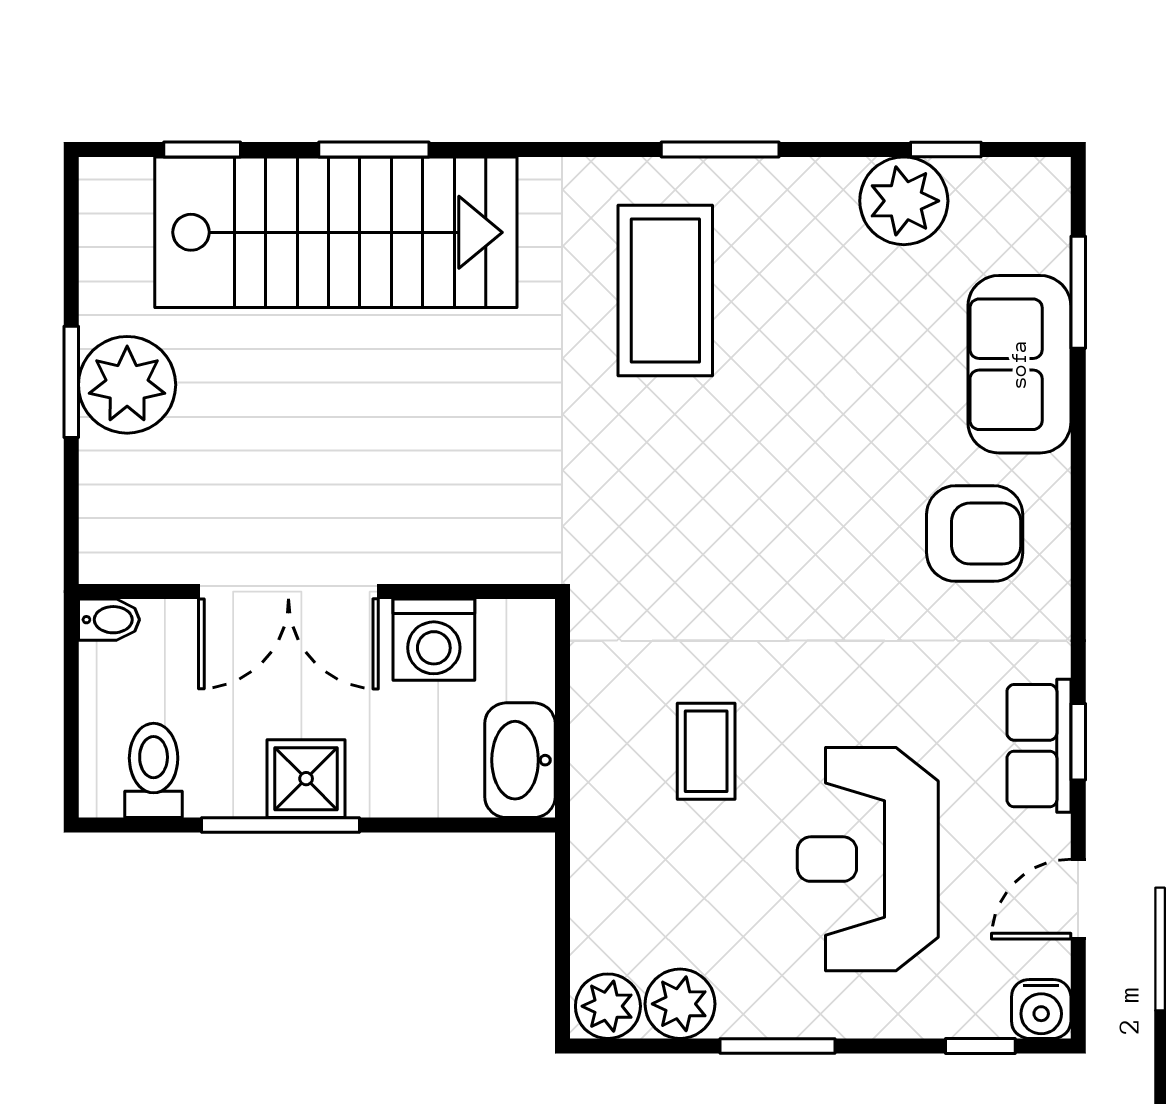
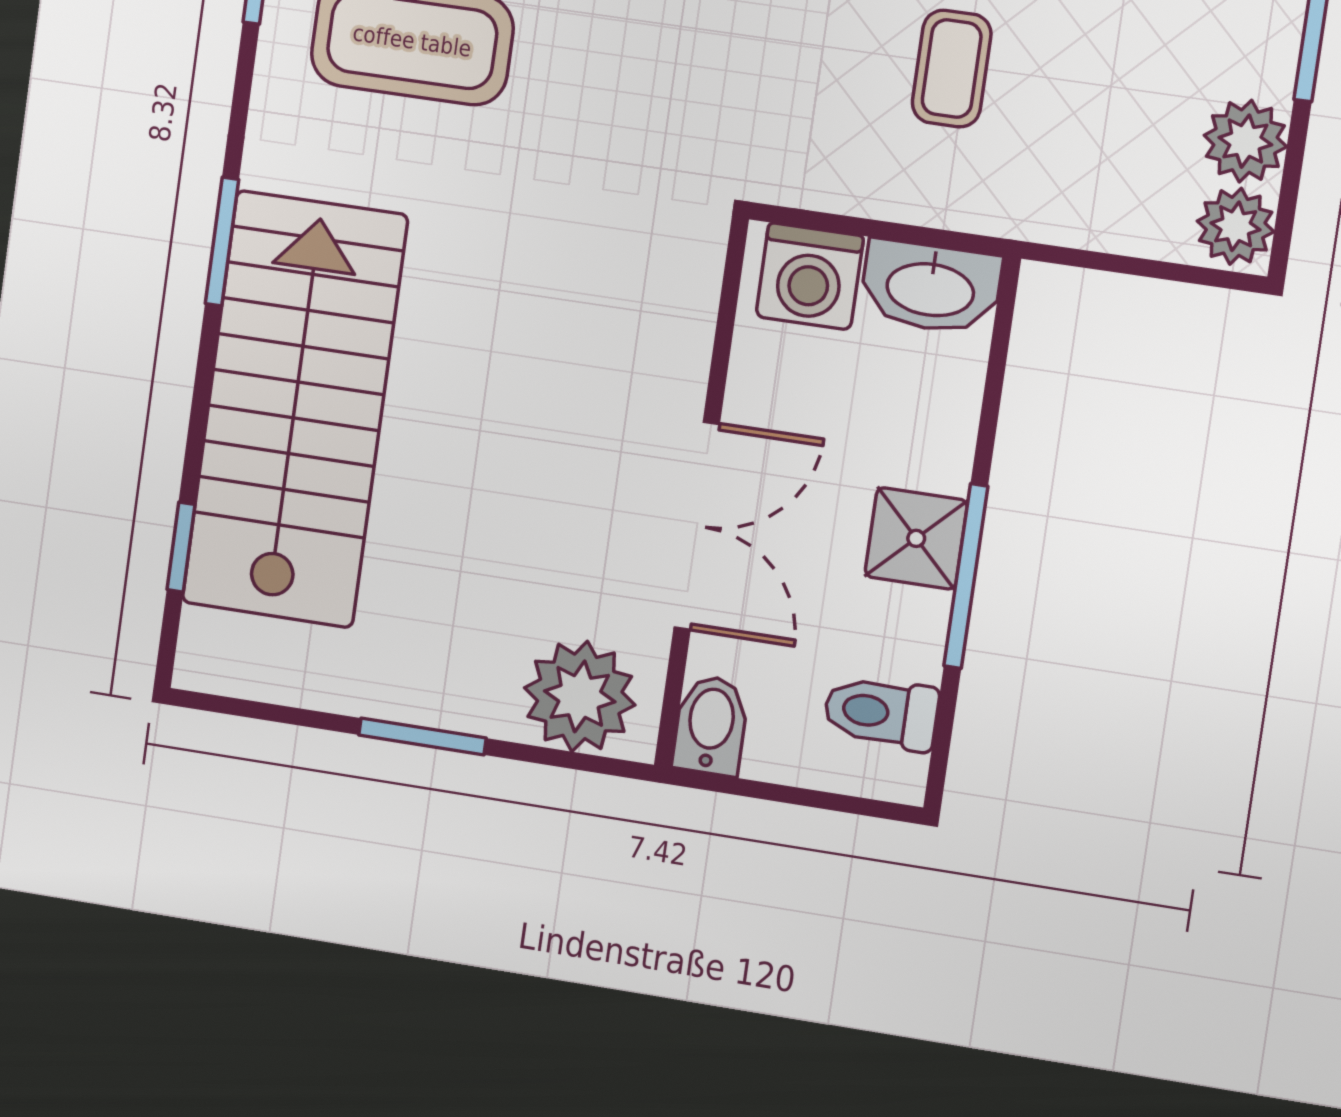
window: (374, 149) -> (222, 242), moved
plant: (127, 385) -> (580, 696), moved
bidet: (109, 620) -> (711, 725), width x1.38, depth x1.36
washing machine: (434, 640) -> (810, 276), moved, turned 90
coffee table: (706, 751) -> (952, 69), turned 90

